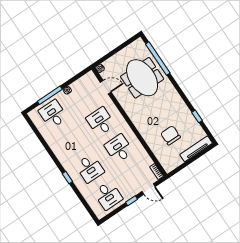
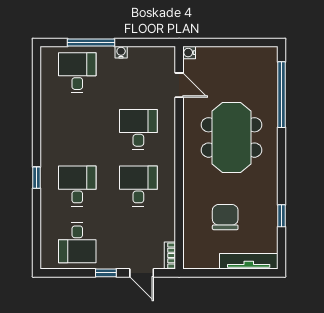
meeting table: (142, 78) -> (231, 137), moved
desk: (90, 168) -> (77, 186), turned 180

